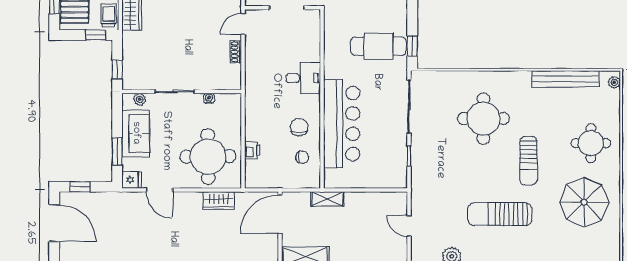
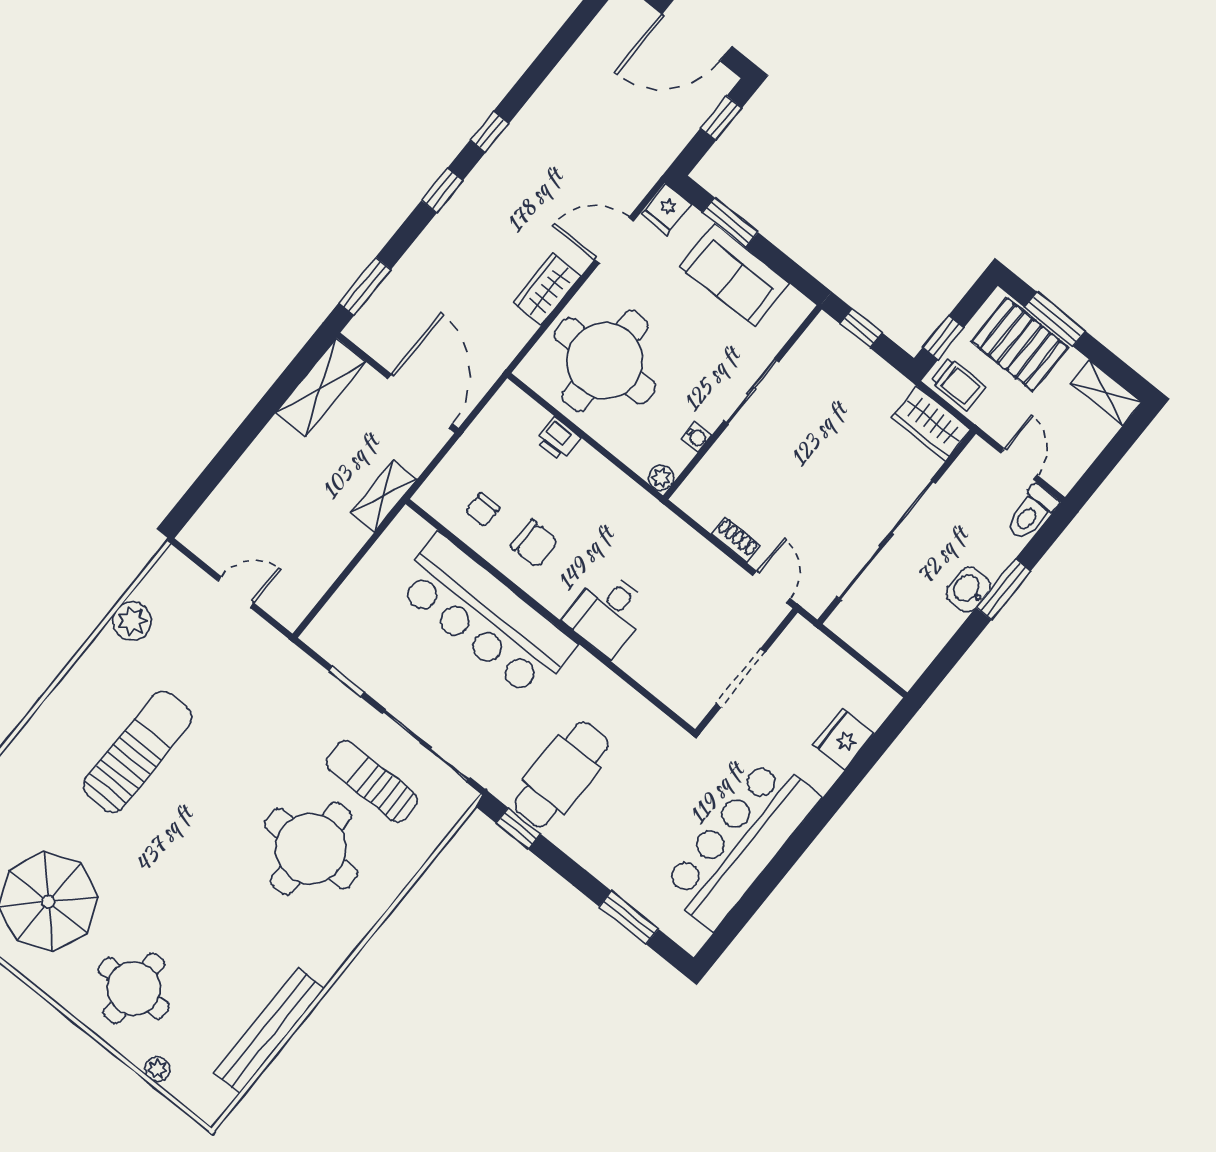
plant: (614, 82) -> (157, 1069), moved
plant: (140, 99) -> (661, 478), moved
sun lounger: (528, 161) -> (372, 781), moved
wardrobe: (219, 200) -> (547, 289), moved

